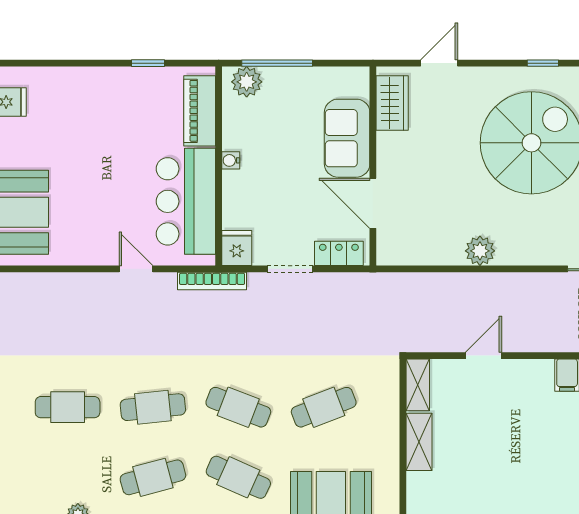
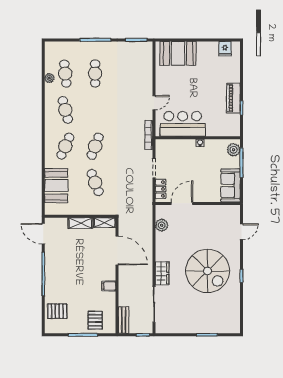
door: (439, 63) -> (241, 232), hinge flipped
wardrobe: (392, 103) -> (162, 273), moved, turned -90
piano: (200, 111) -> (233, 98), moved, turned -90
sofa: (347, 138) -> (230, 185), moved, turned -90
fridge: (237, 248) -> (163, 146), removed
plant: (480, 251) -> (162, 225), moved
door: (483, 356) -> (117, 250), width x1.88
cafe table: (153, 407) -> (65, 74), moved

